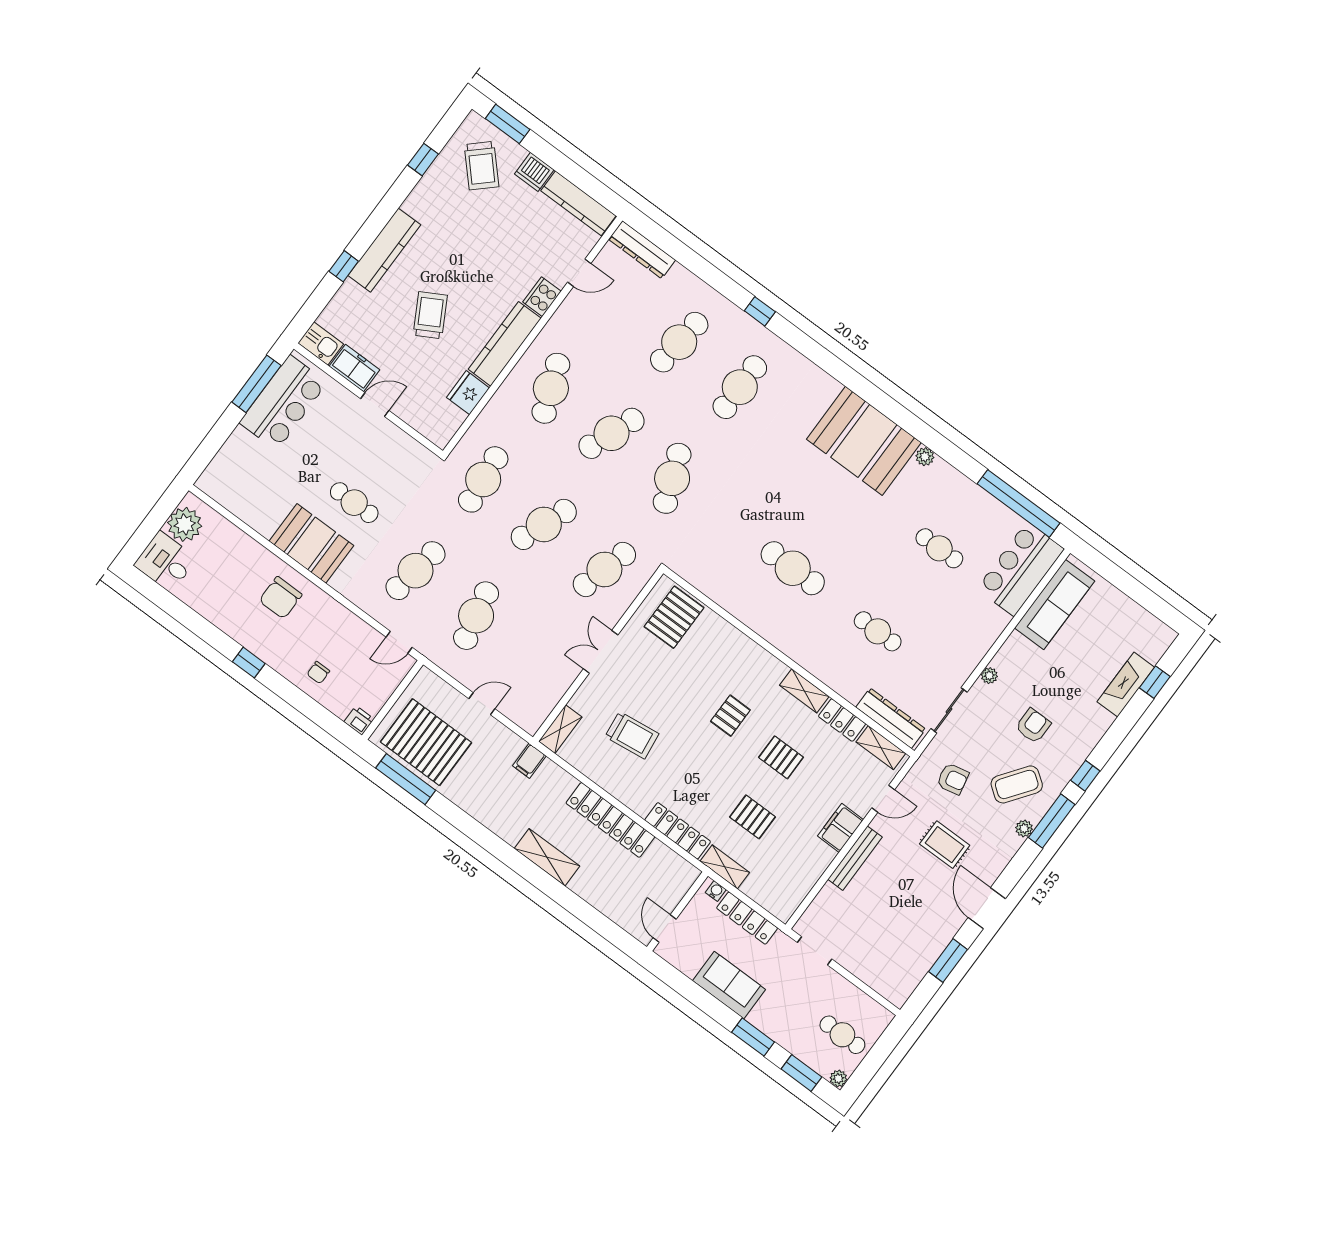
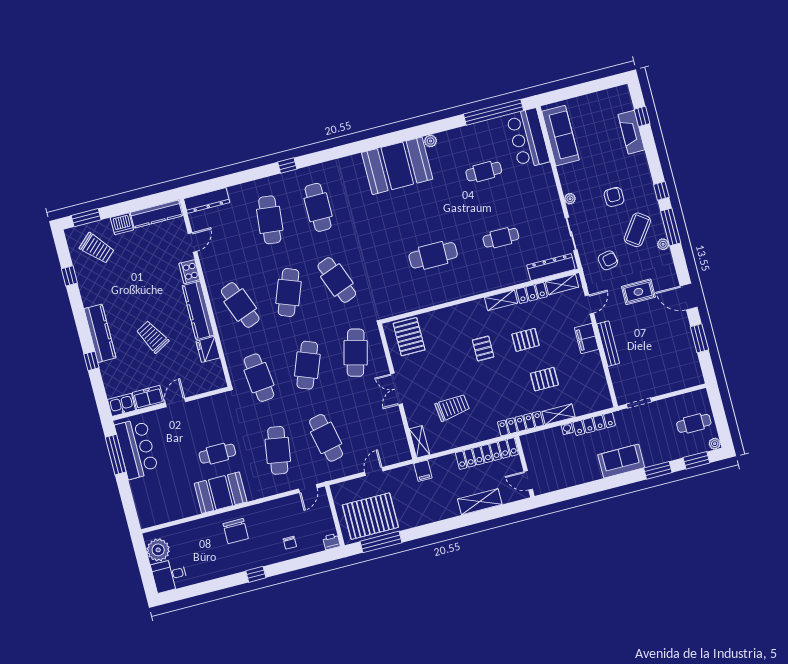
wall: (677, 911) -> (525, 467), moved
door: (665, 929) -> (528, 480), moved

